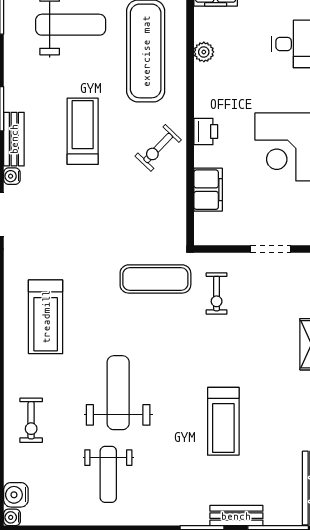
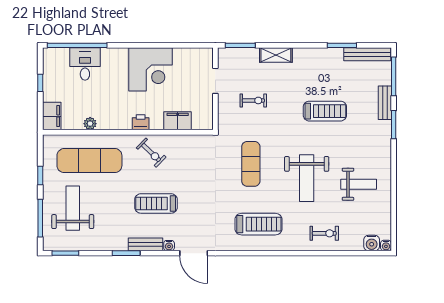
treadmill: (83, 131) -> (156, 203), moved
exercise mat: (155, 279) -> (251, 164), moved
exercise bike: (217, 294) -> (253, 100), moved
weight bench: (118, 393) -> (307, 178), turned -90

